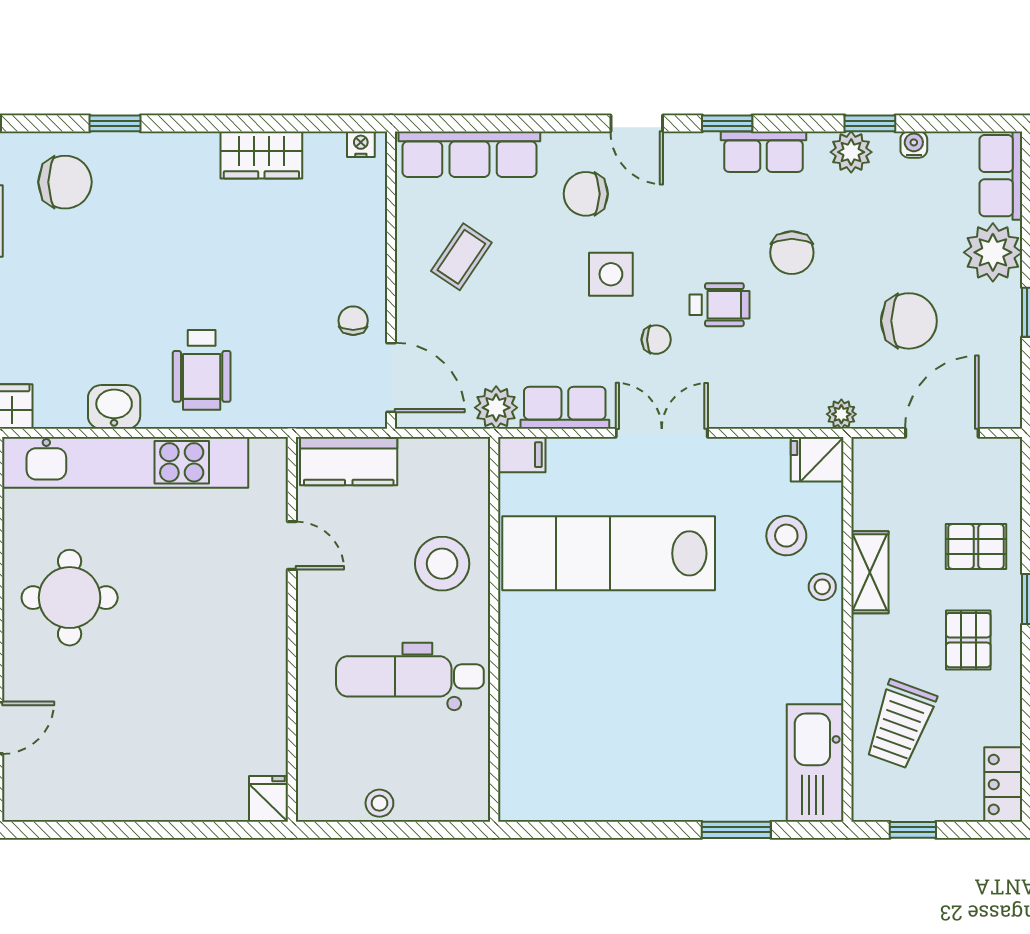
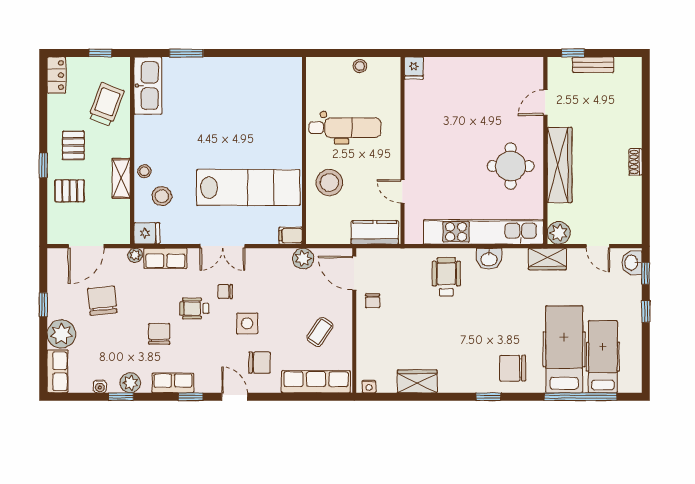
chair: (909, 321) -> (102, 301), turned 84
row of seats: (565, 408) -> (165, 258), moved

